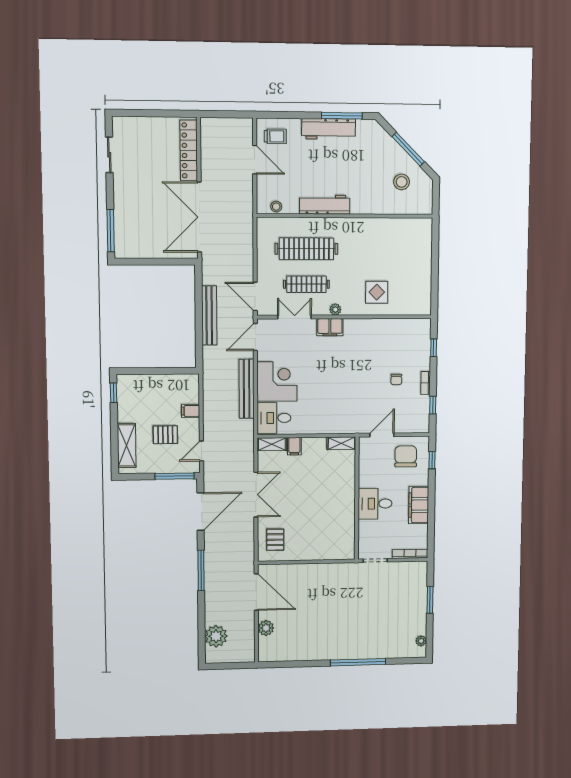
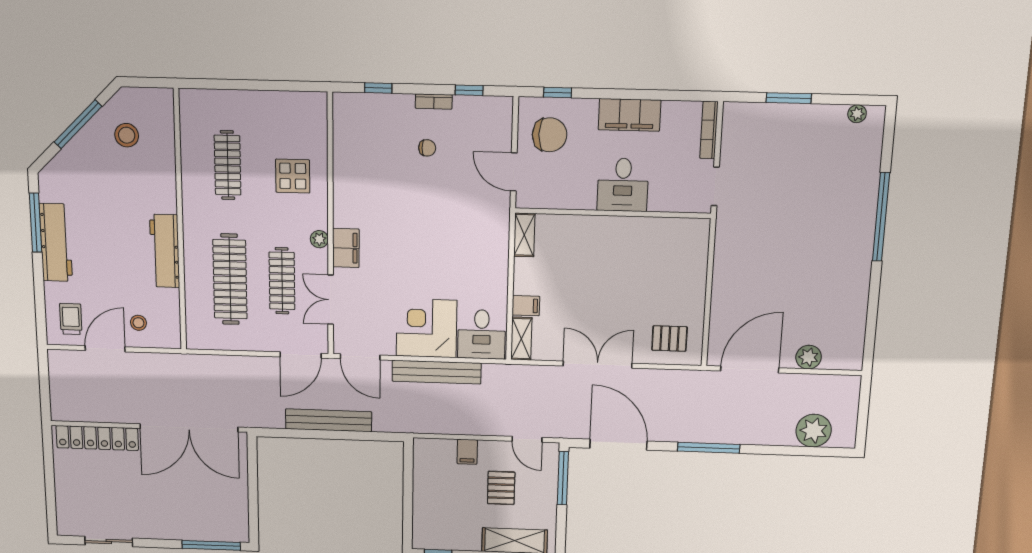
stool: (276, 207) -> (138, 323), moved
clothes rail: (383, 249) -> (228, 165), added
chair: (406, 456) -> (550, 135), turned 180

